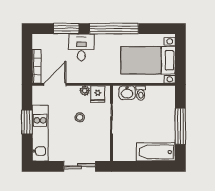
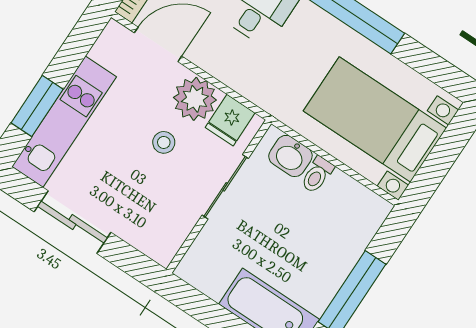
plant: (85, 91) -> (195, 99), width x1.87, depth x1.87
window: (27, 122) -> (37, 106), moved
sliding door: (80, 166) -> (72, 222), moved

